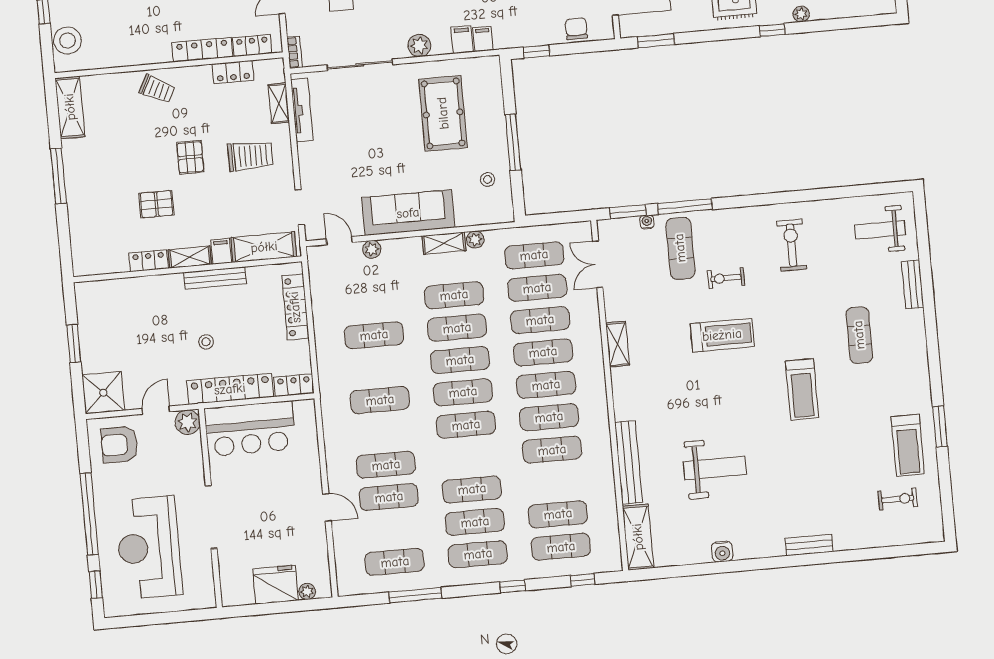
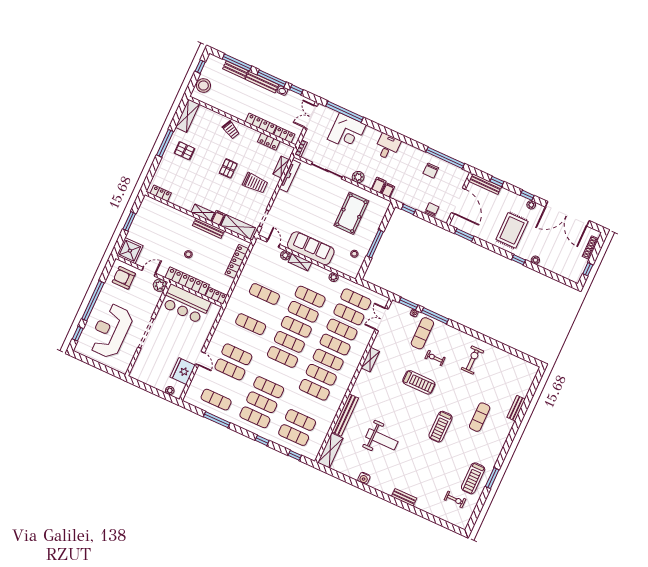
pallet: (156, 204) -> (185, 151), moved
weight bench: (880, 230) -> (516, 376), removed
shelving: (444, 243) -> (300, 262), moved
locker: (149, 261) -> (161, 193), moved
fridge: (275, 585) -> (183, 371), moved, turned -90

